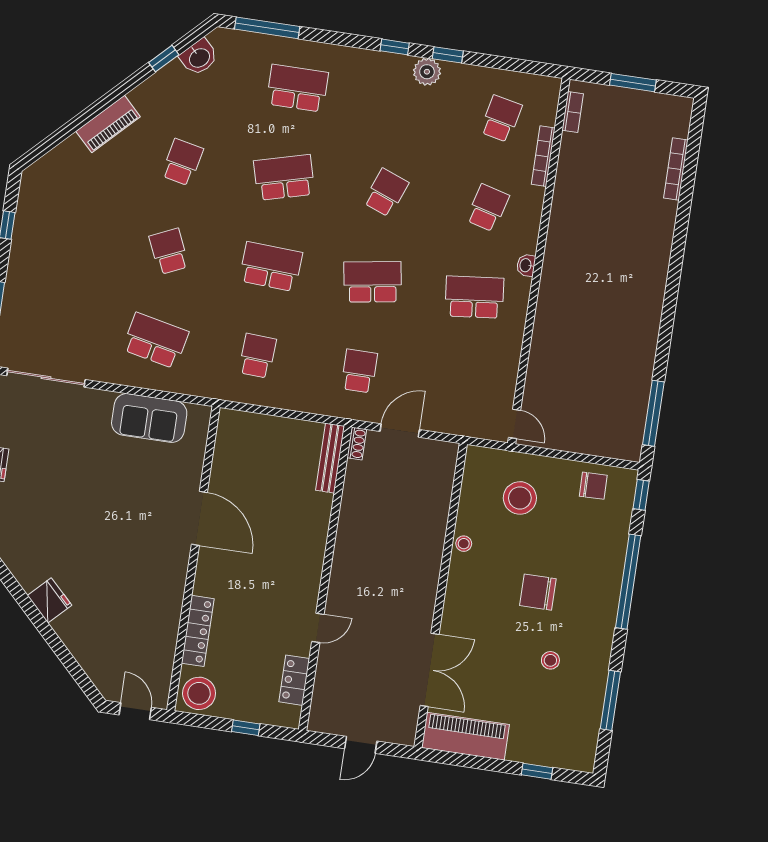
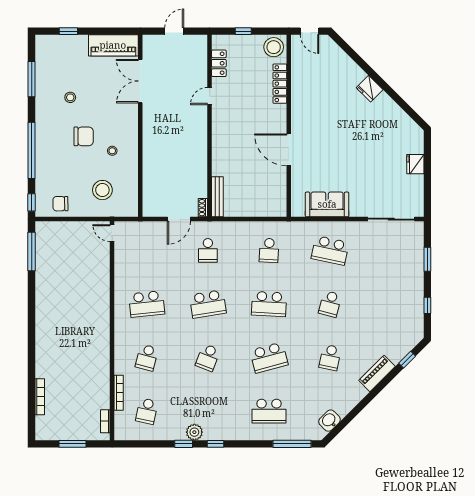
window: (164, 59) -> (407, 360), moved
school desk: (169, 251) -> (330, 304), turned 39
washbasin: (526, 265) -> (119, 327), removed
stool: (464, 544) -> (112, 151), moved

